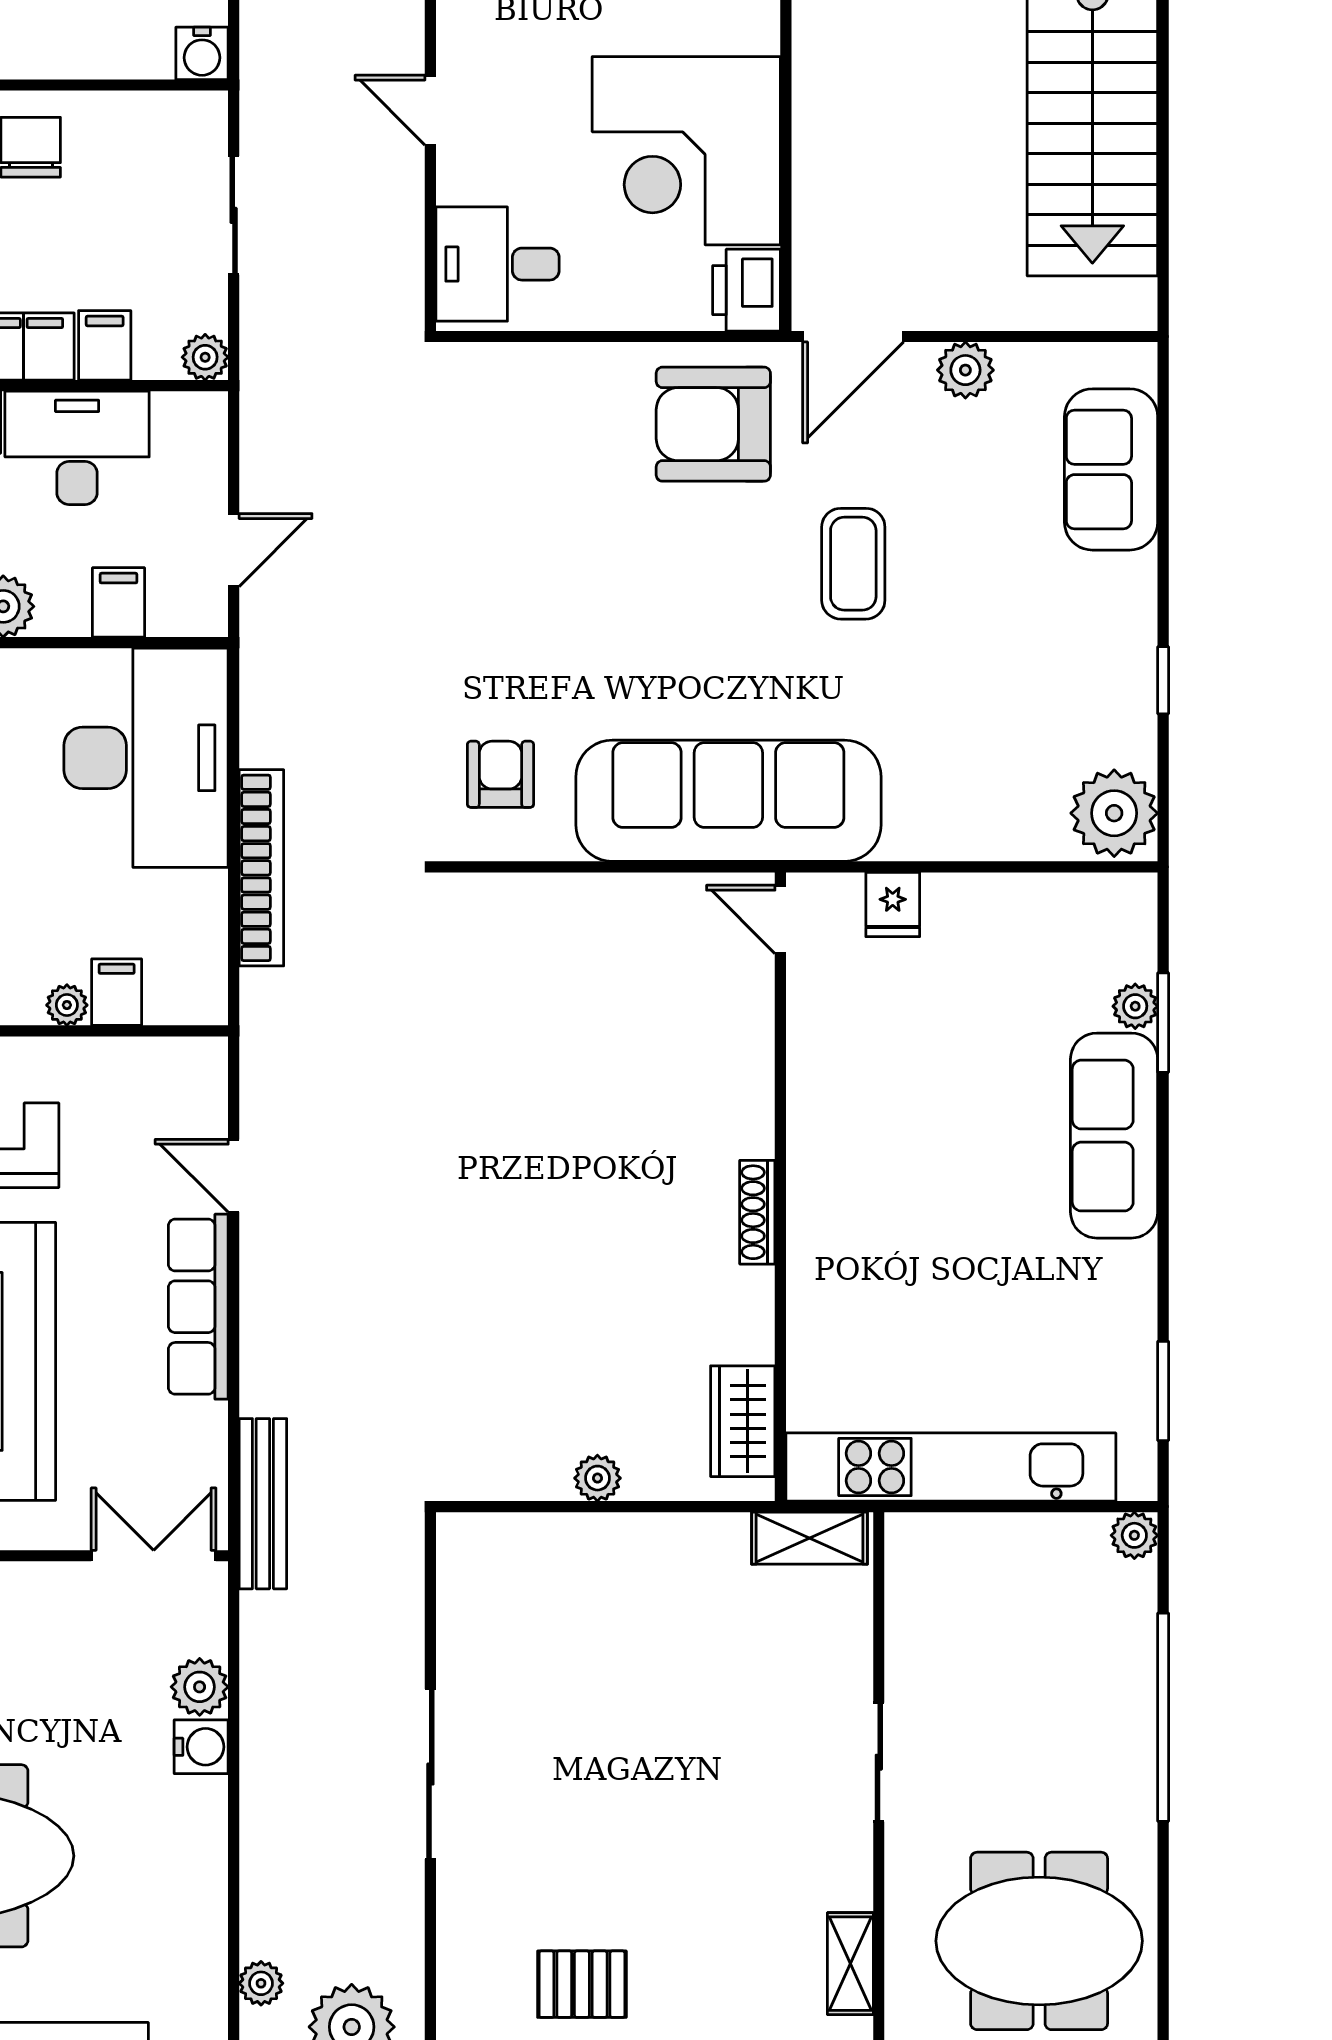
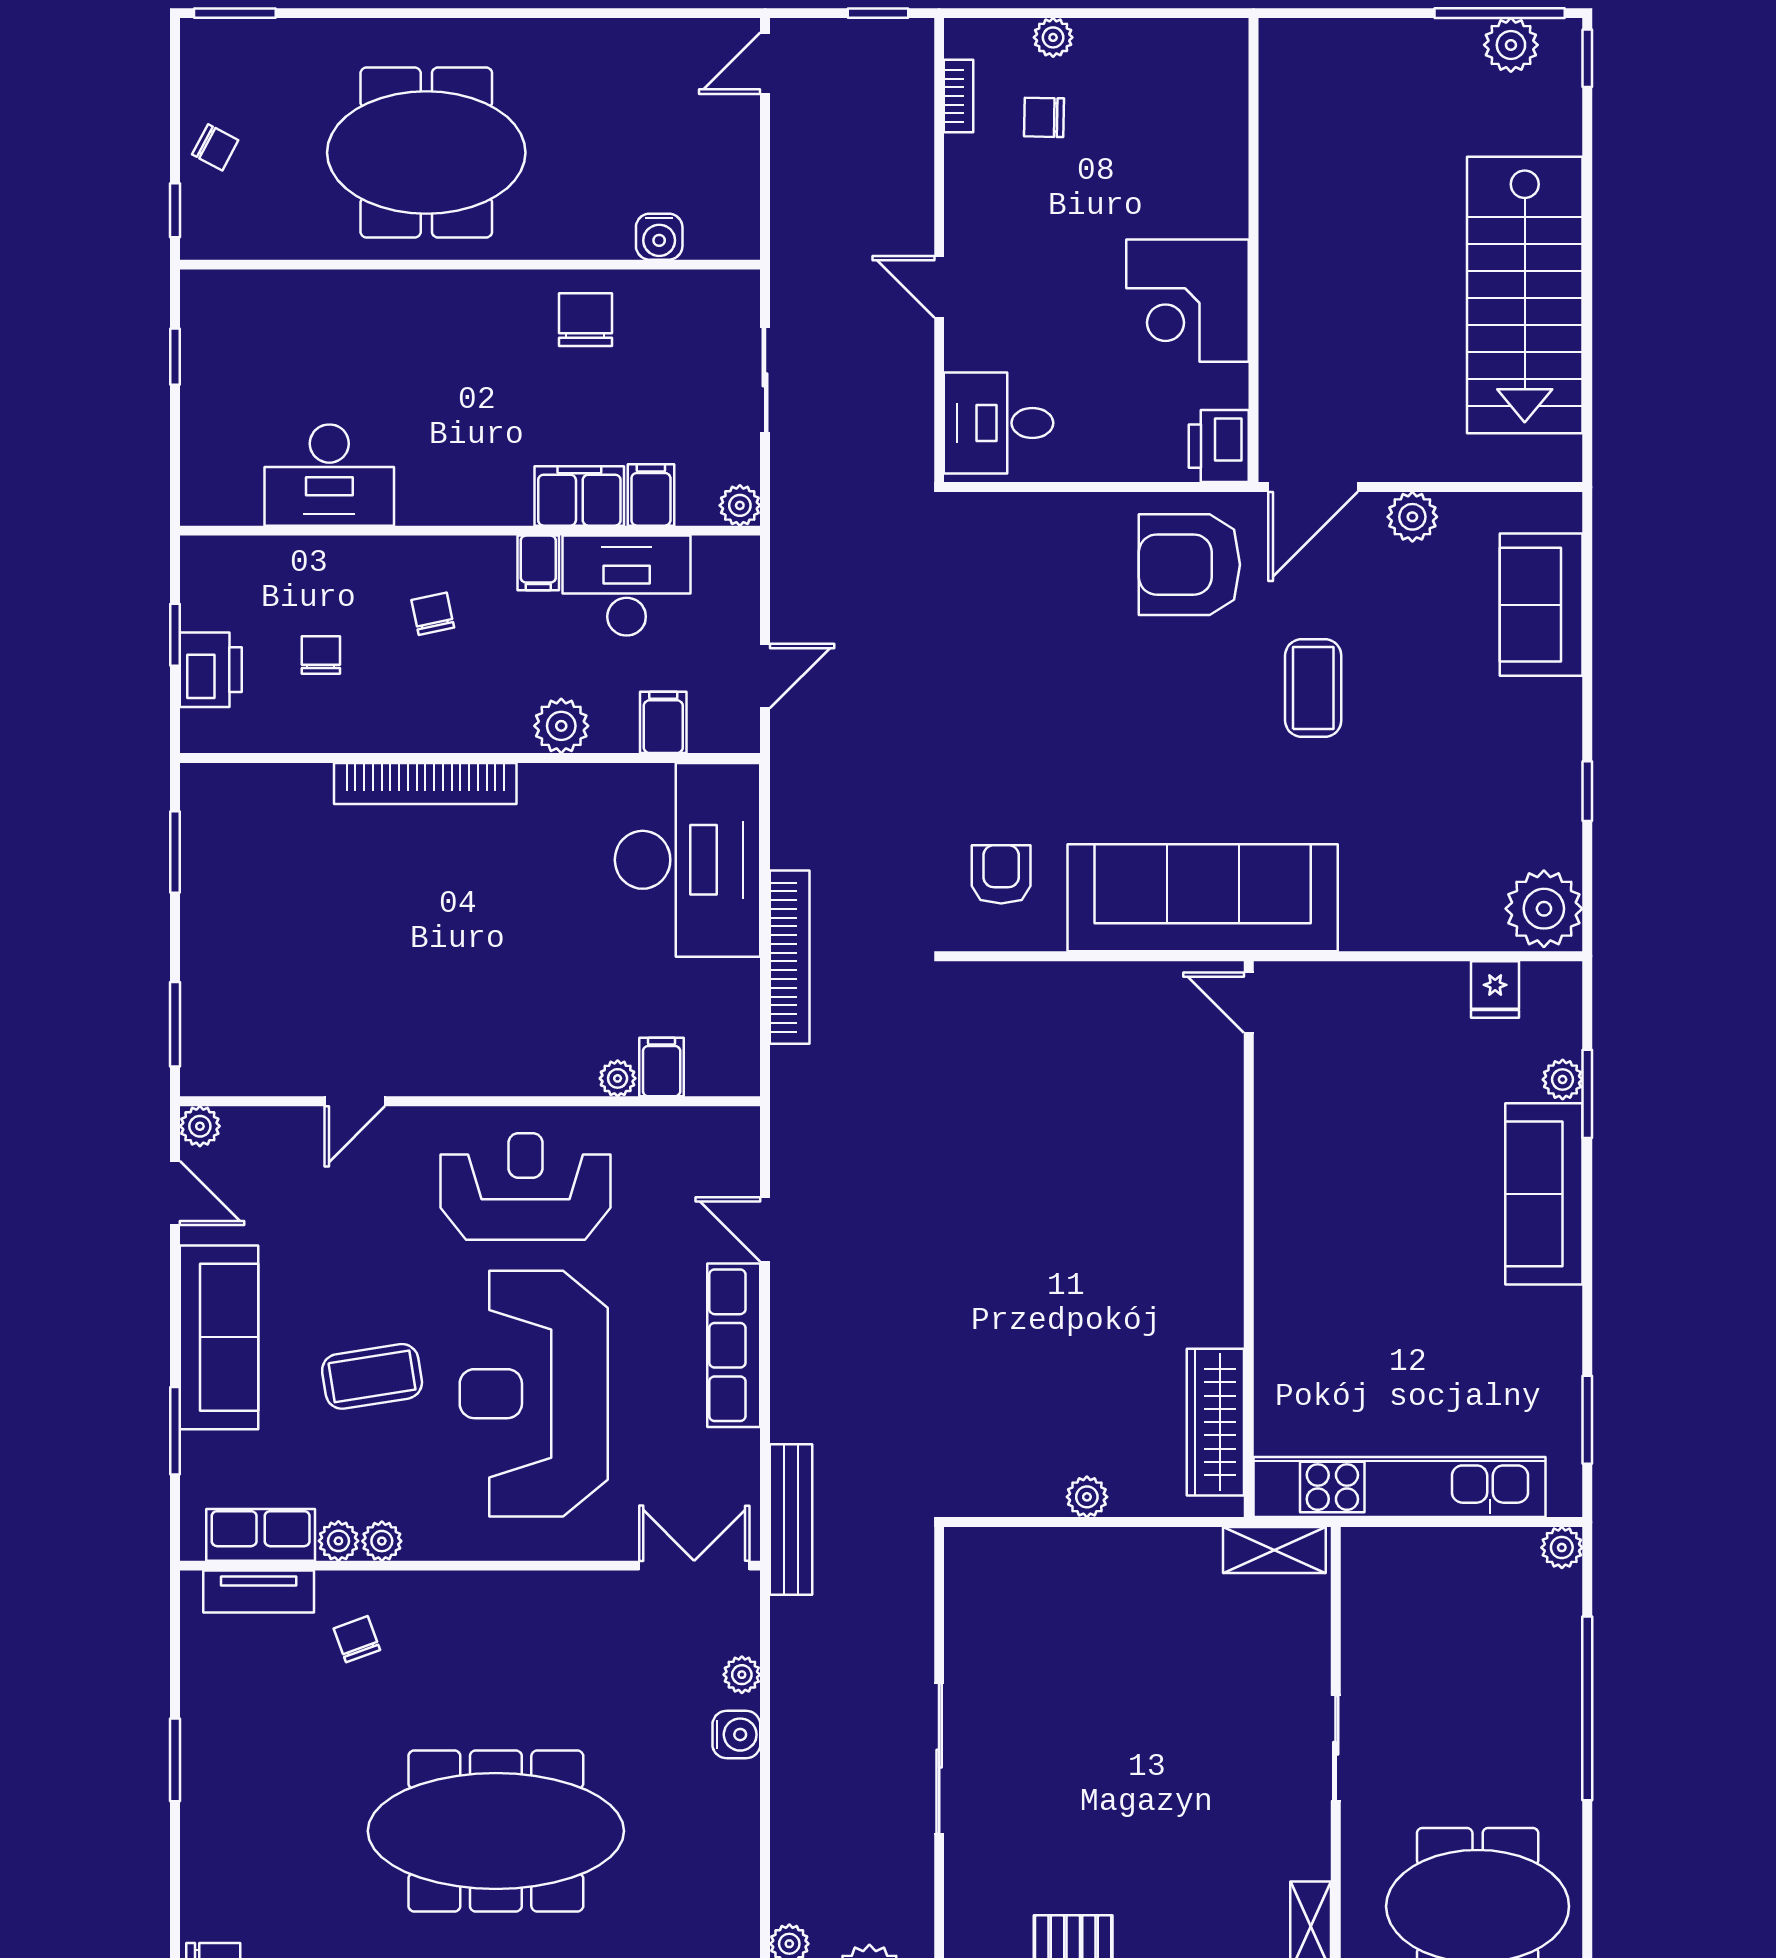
water cooler: (202, 53) -> (659, 237), moved
corner desk: (686, 151) -> (1187, 301), width x0.74, depth x0.74
fridge: (893, 904) -> (1495, 989), moved
shoe rack: (757, 1212) -> (1228, 1262), removed
wardrobe: (743, 1421) -> (1215, 1422), width x1.50
plant: (200, 1687) -> (742, 1675), width x0.73, depth x0.73

